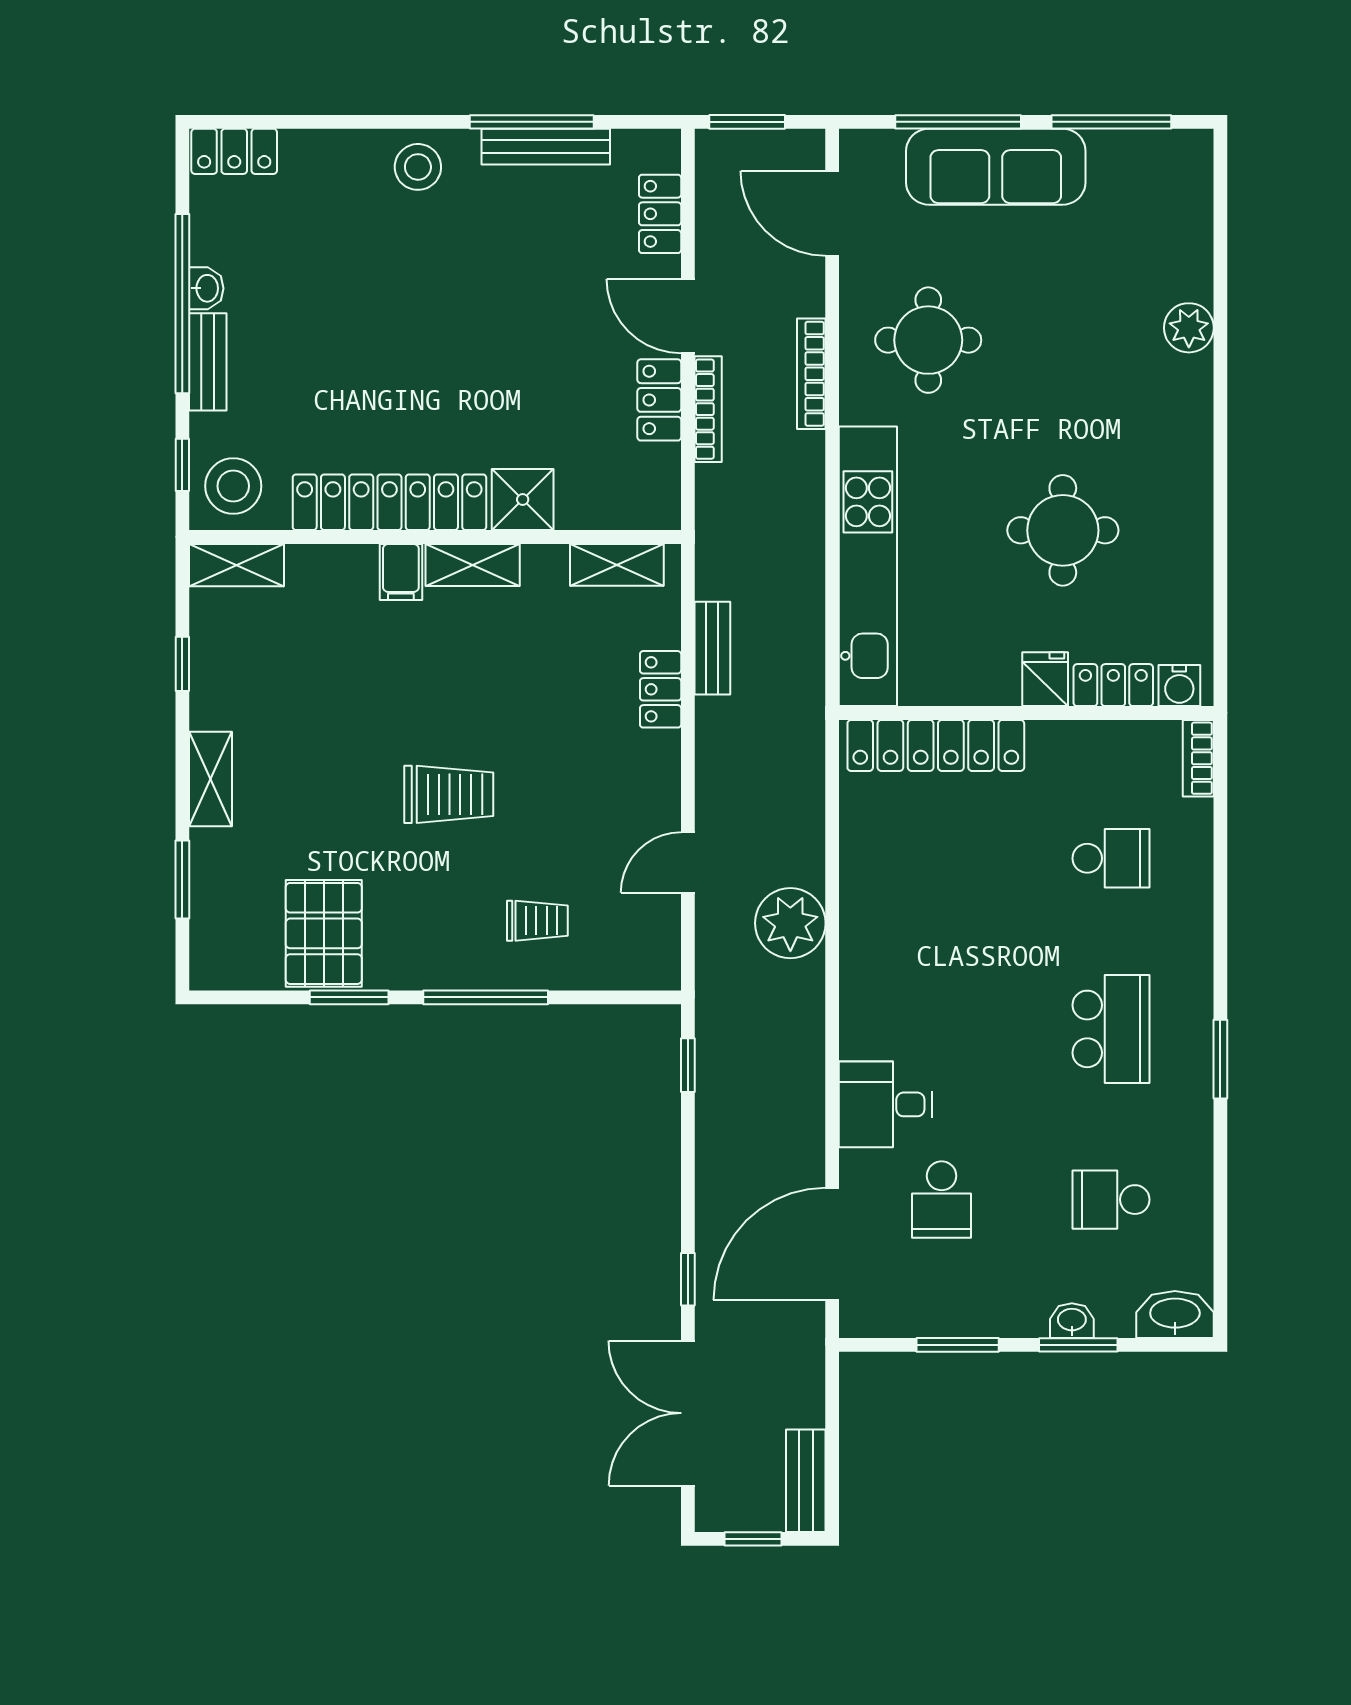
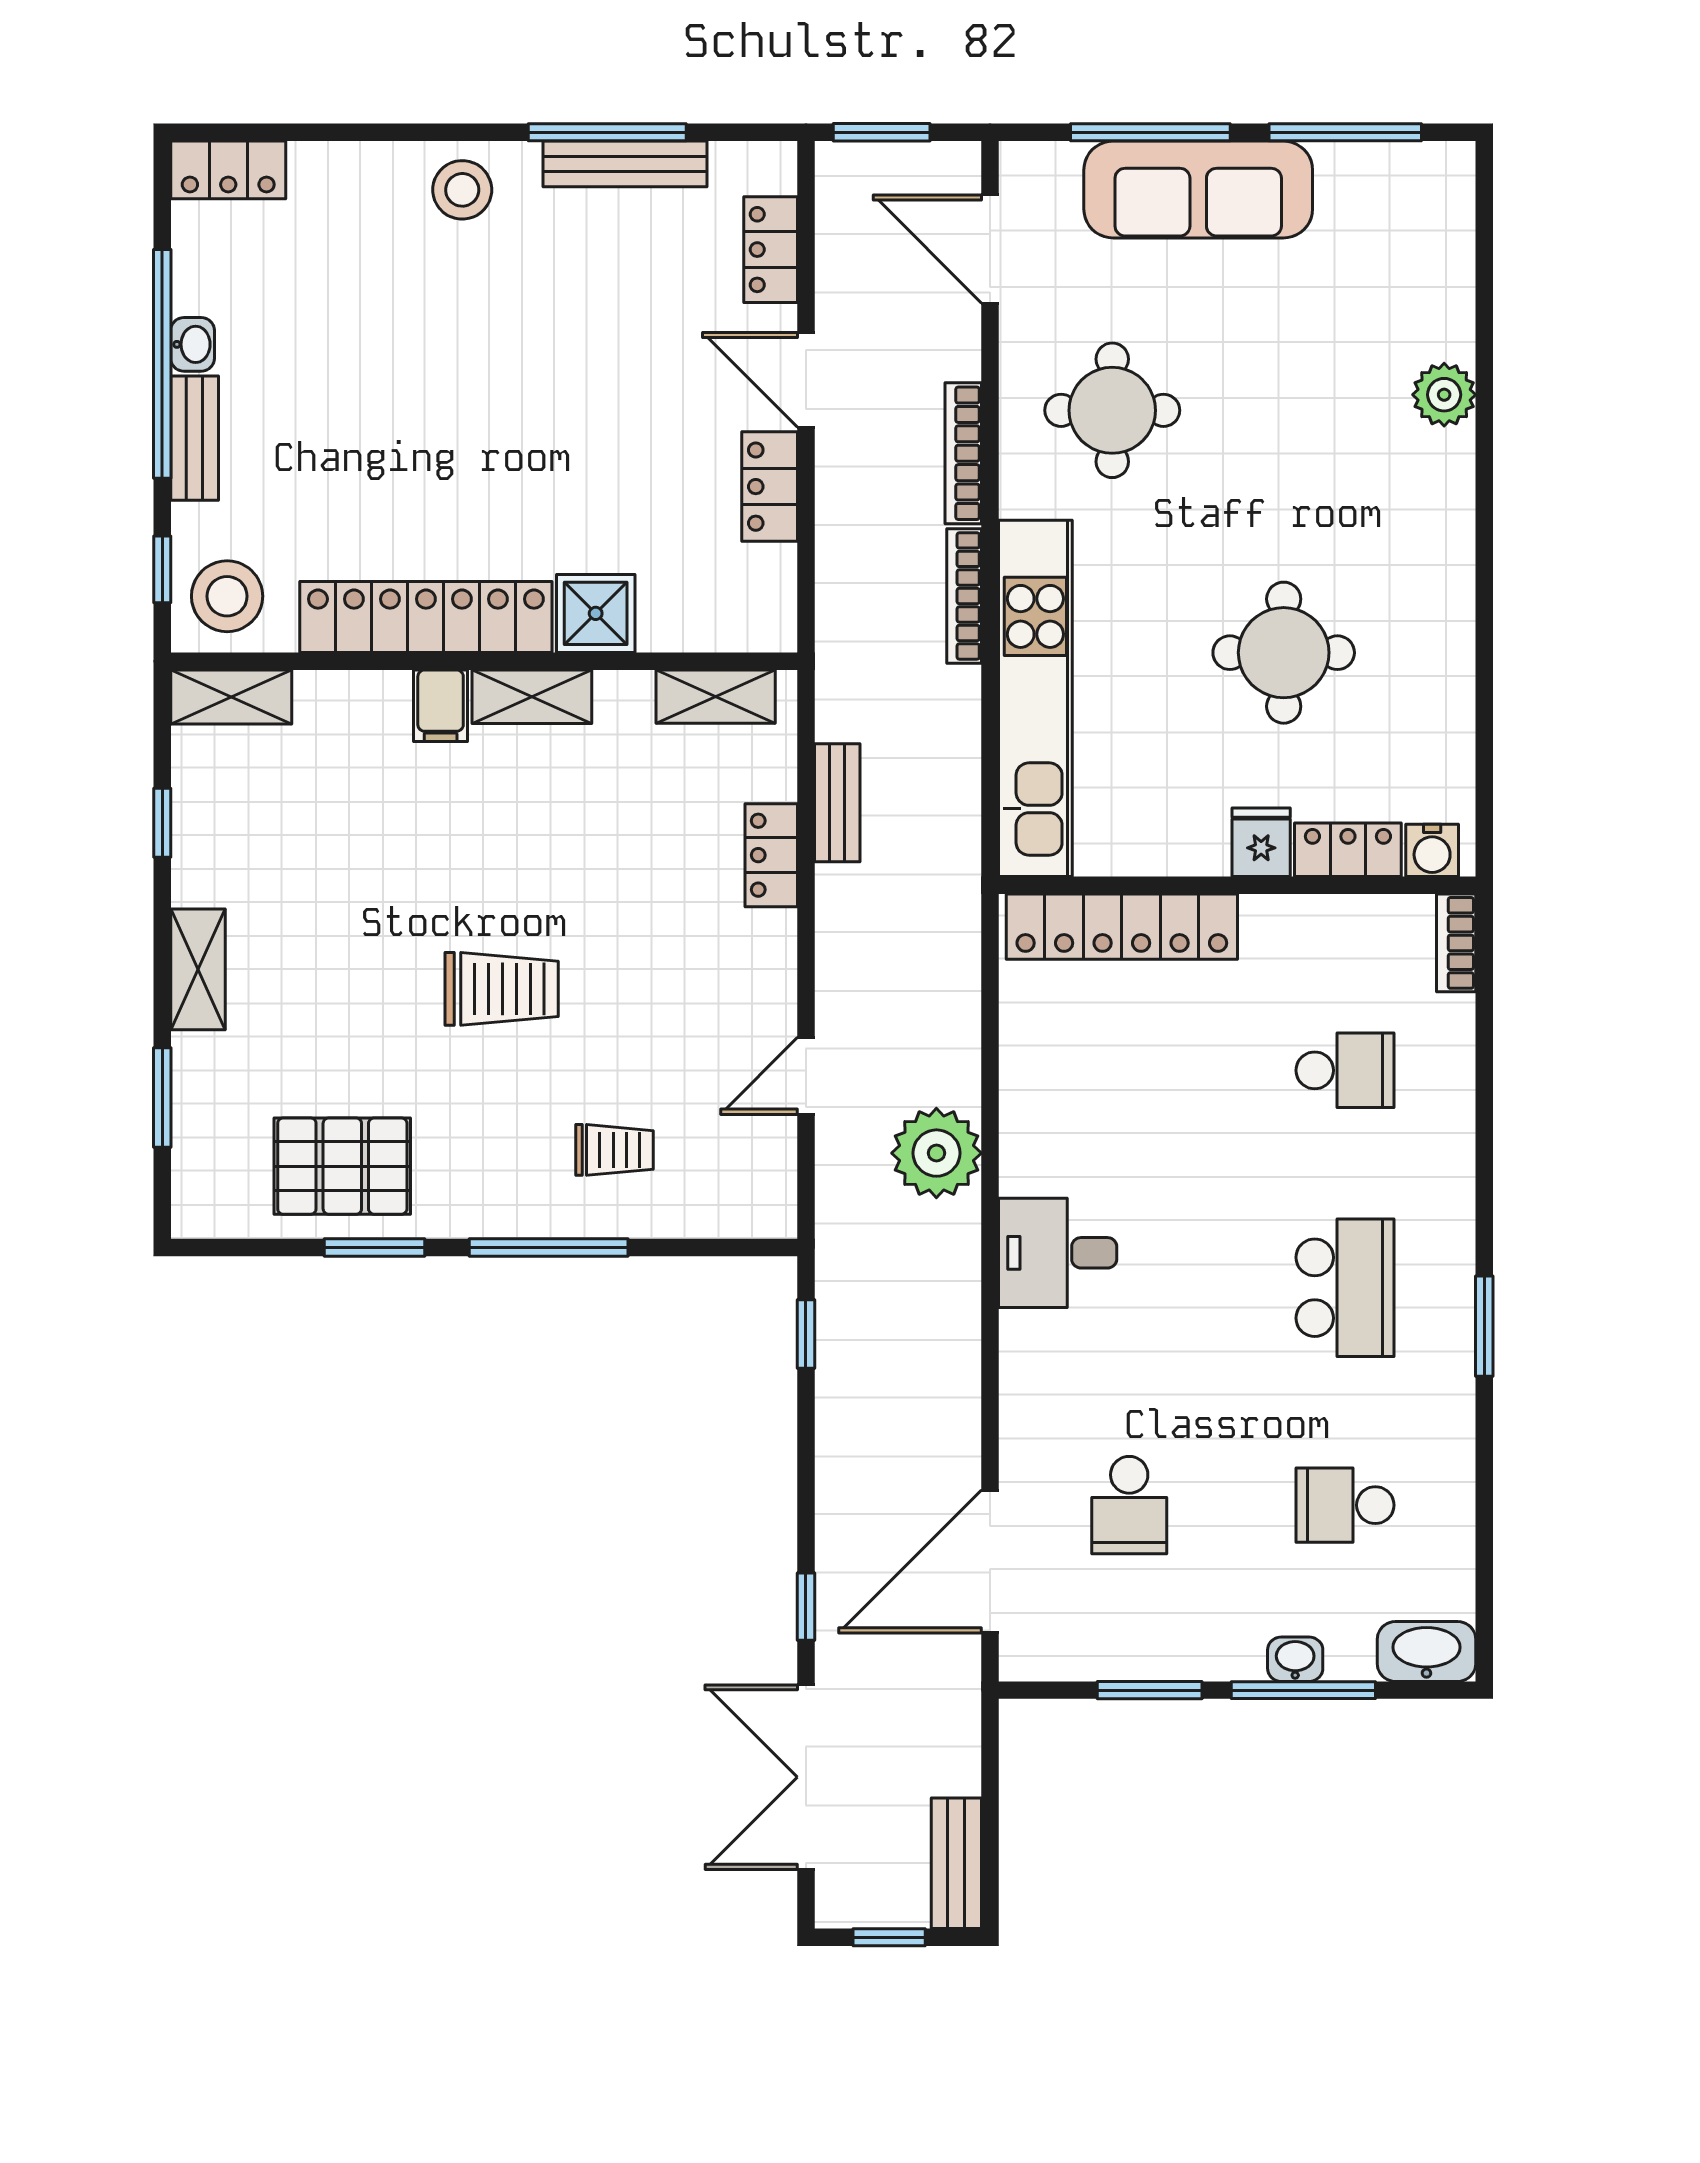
bookcase: (708, 409) -> (964, 596), moved, turned 180
pallet: (324, 933) -> (342, 1166), turned 90
desk: (885, 1104) -> (1058, 1253), moved
window: (1078, 1345) -> (1303, 1690), width x1.44

